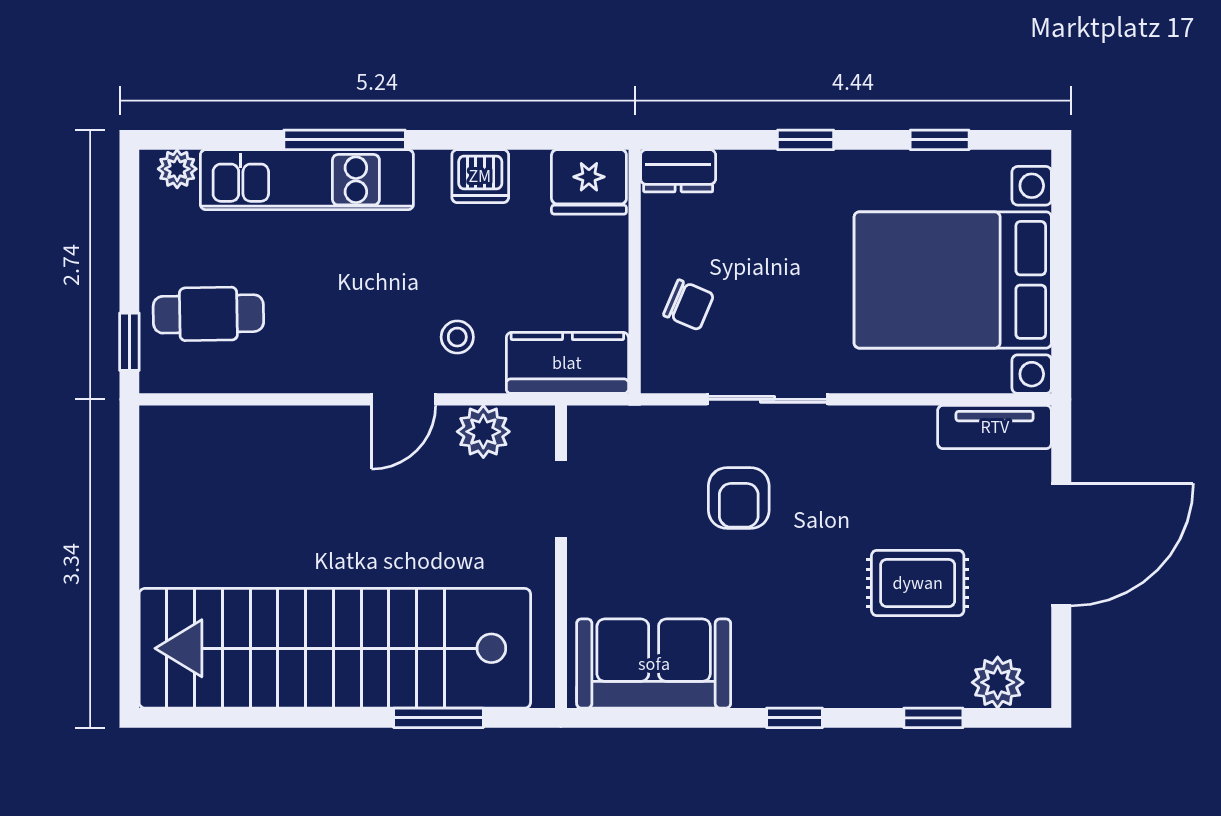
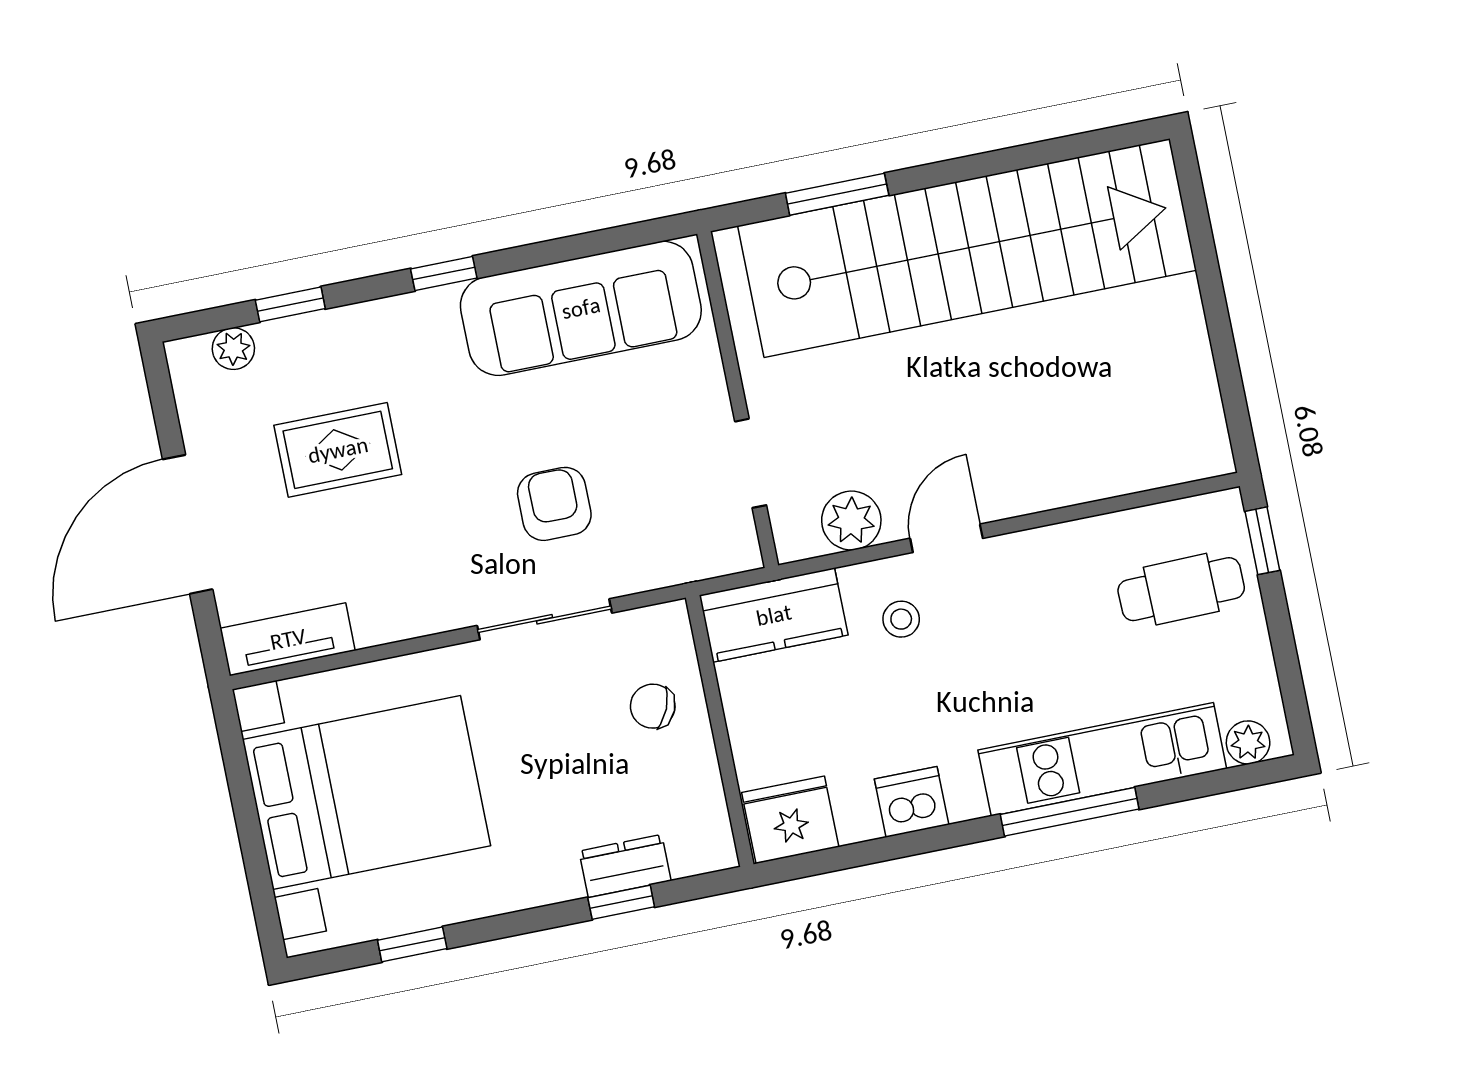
window: (806, 140) -> (621, 902), moved
dresser: (678, 171) -> (625, 866), moved
sofa: (654, 664) -> (581, 308), width x1.36
plant: (998, 682) -> (233, 349), width x0.73, depth x0.73

